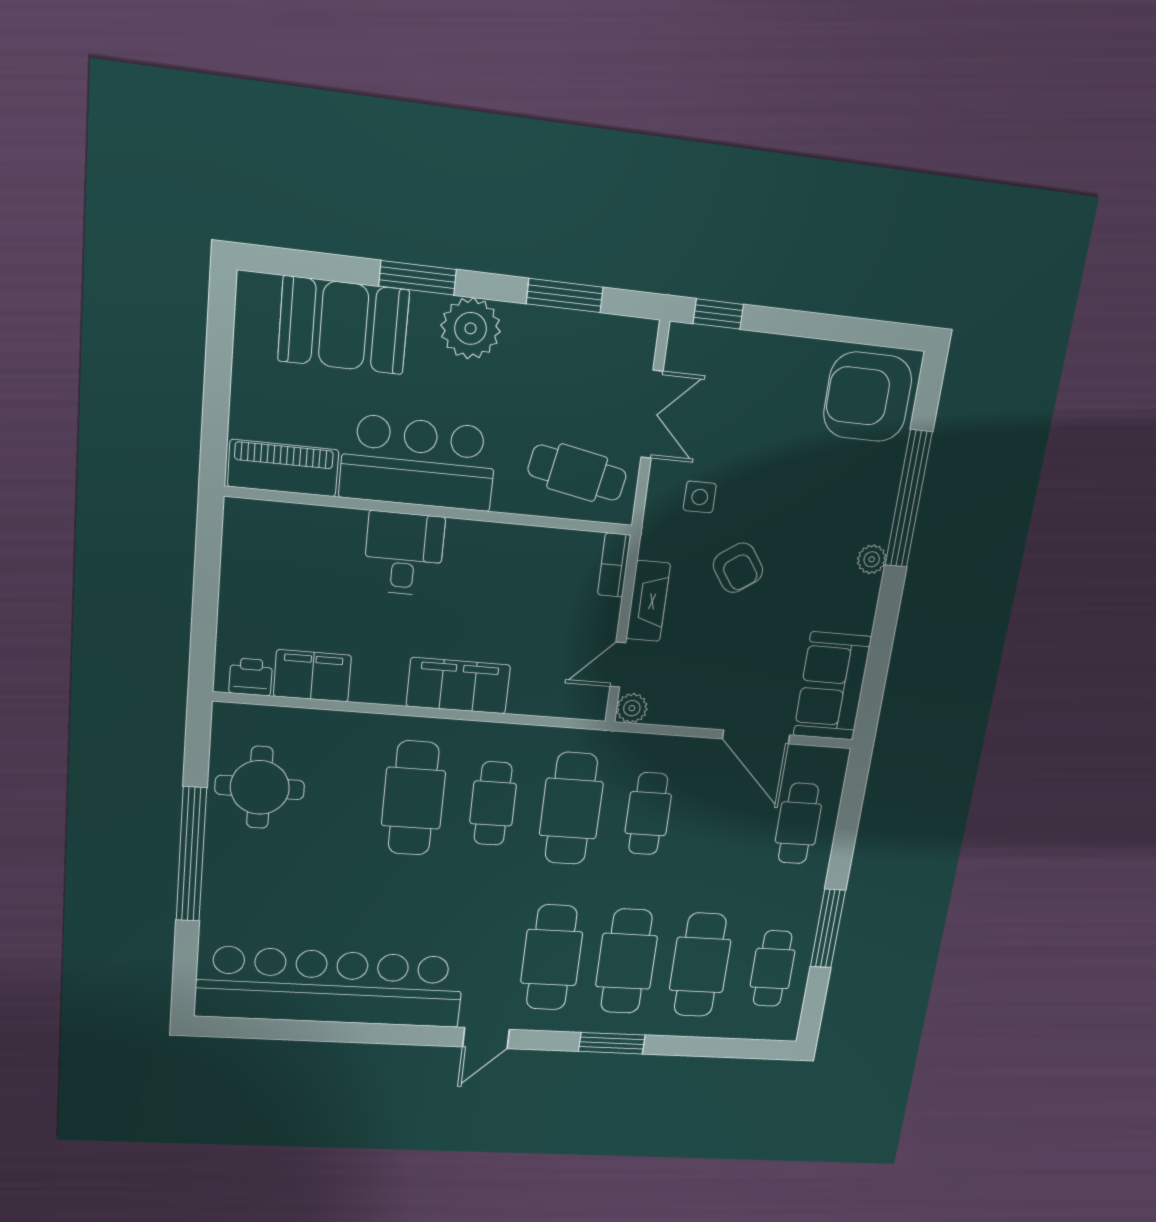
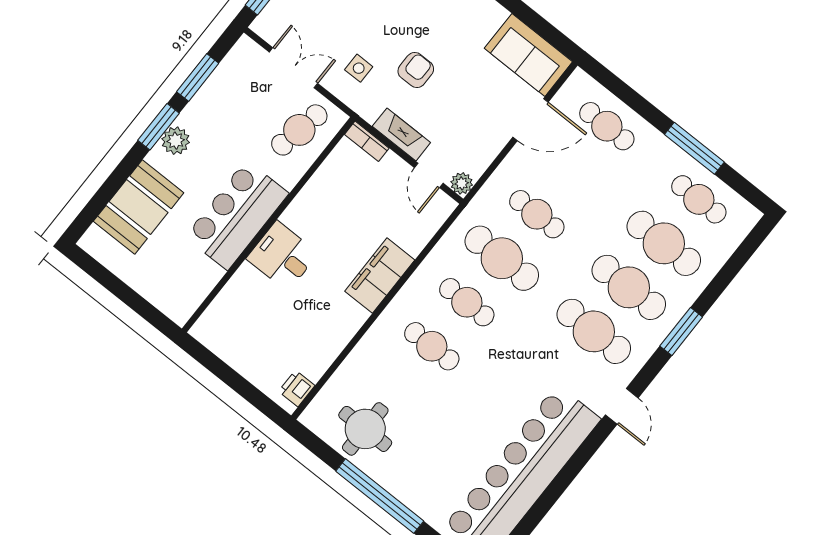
window: (418, 278) -> (158, 127), moved
plant: (471, 328) -> (176, 141), width x0.73, depth x0.73
piano: (283, 468) -> (193, 290), removed
armchair: (738, 568) -> (416, 70), turned -55
filing cabinet: (312, 676) -> (319, 354), removed
cafe table: (413, 798) -> (432, 346), width x0.73, depth x0.74

